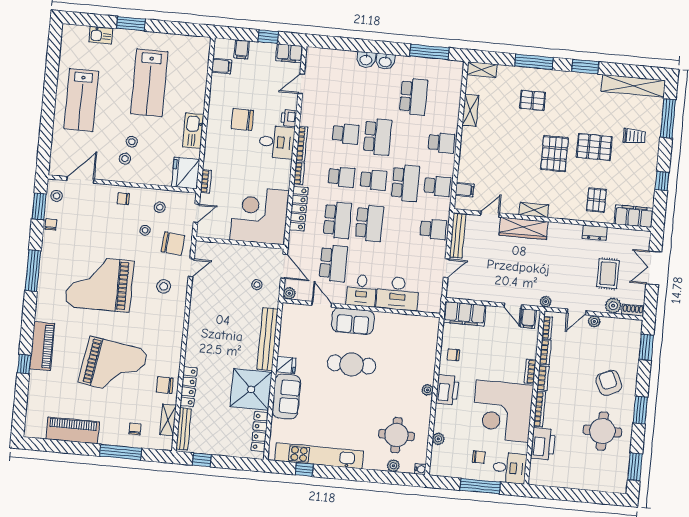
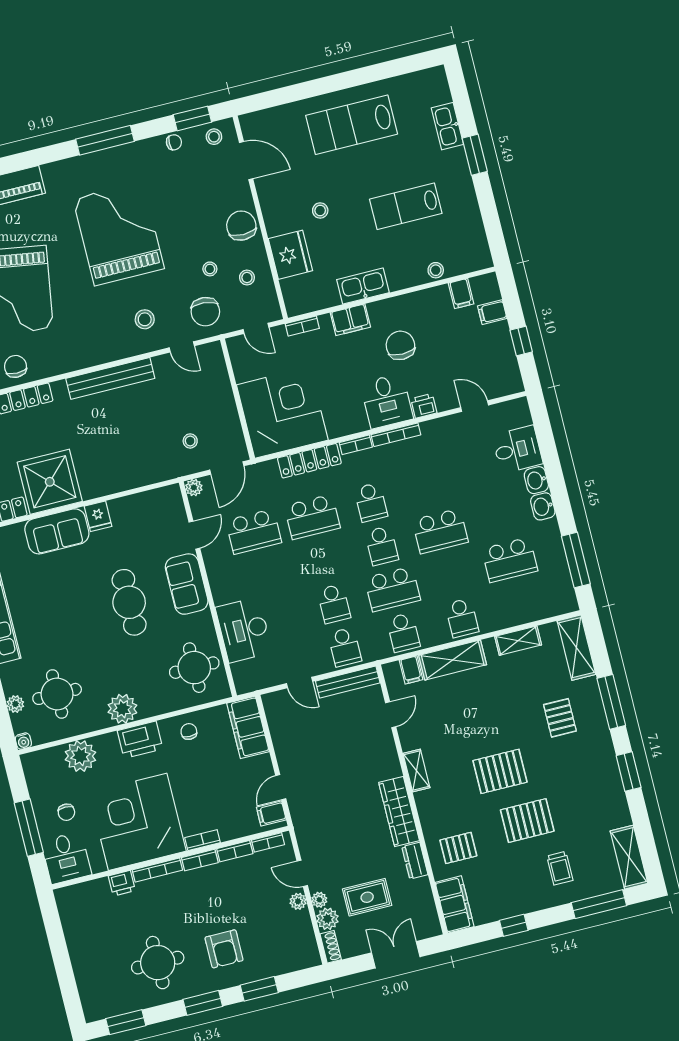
kitchen sink: (101, 35) -> (447, 126), width x1.38
filing cabinet: (289, 53) -> (350, 320), moved, turned -90
shelving: (482, 69) -> (576, 648), width x1.50, depth x1.33
lab bench: (149, 83) -> (406, 206), width x0.73, depth x0.72
shelving: (633, 86) -> (629, 857), width x0.68
school desk: (346, 134) -> (429, 488), removed
pallet: (594, 147) -> (527, 821), turned 90
stool: (125, 159) -> (436, 270), moved
shelving: (468, 159) -> (453, 660), added
fridge: (186, 173) -> (290, 255), moved, turned 90
chair: (123, 199) -> (241, 226), width x1.87, depth x1.87
door: (490, 214) -> (391, 715), hinge flipped
school desk: (369, 223) -> (334, 604), moved, width x0.54
wardrobe: (524, 228) -> (399, 812), moved
desk: (361, 291) -> (517, 449), moved, turned 180
plant: (546, 302) -> (319, 900), moved
round table: (411, 336) -> (194, 668), added
bench: (267, 339) -> (110, 378), moved
window: (646, 347) -> (259, 989), moved
armchair: (609, 383) -> (224, 949), turned 115
plant: (427, 390) -> (122, 709), width x1.88, depth x1.88
plant: (438, 439) -> (80, 756), width x1.88, depth x1.88
printer: (543, 444) -> (122, 883), width x0.53, depth x0.68

